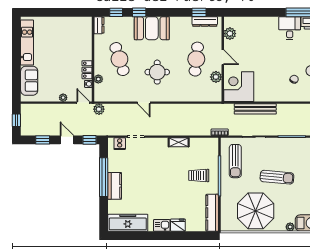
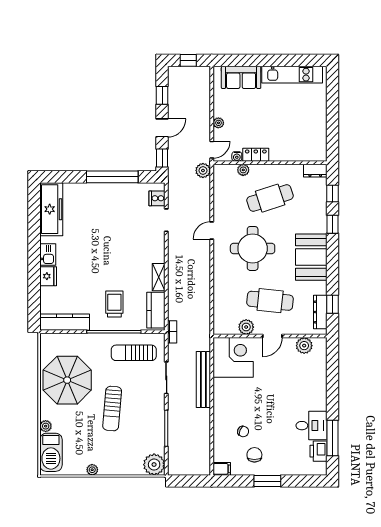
booth: (152, 28) -> (311, 257), moved
round table: (157, 72) -> (253, 248), width x1.36, depth x1.36
kitchen counter: (115, 186) -> (156, 310), moved, turned 90

